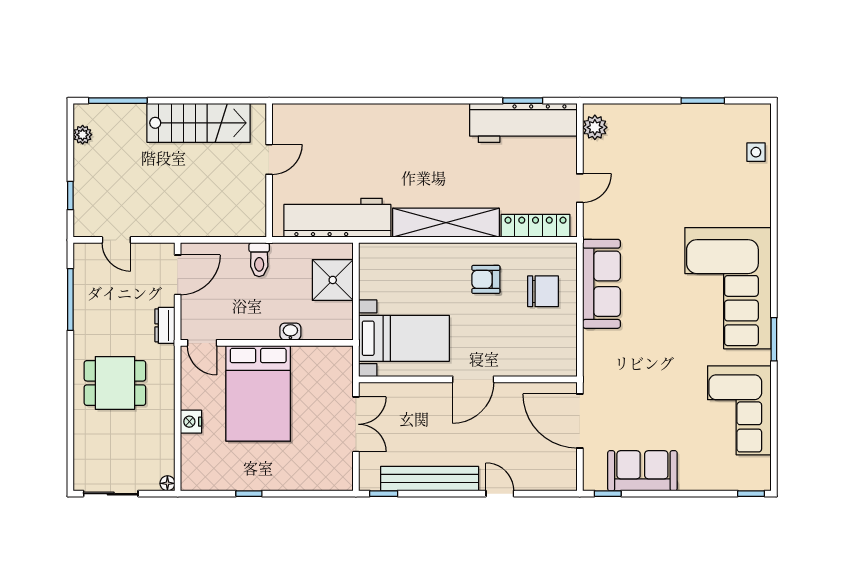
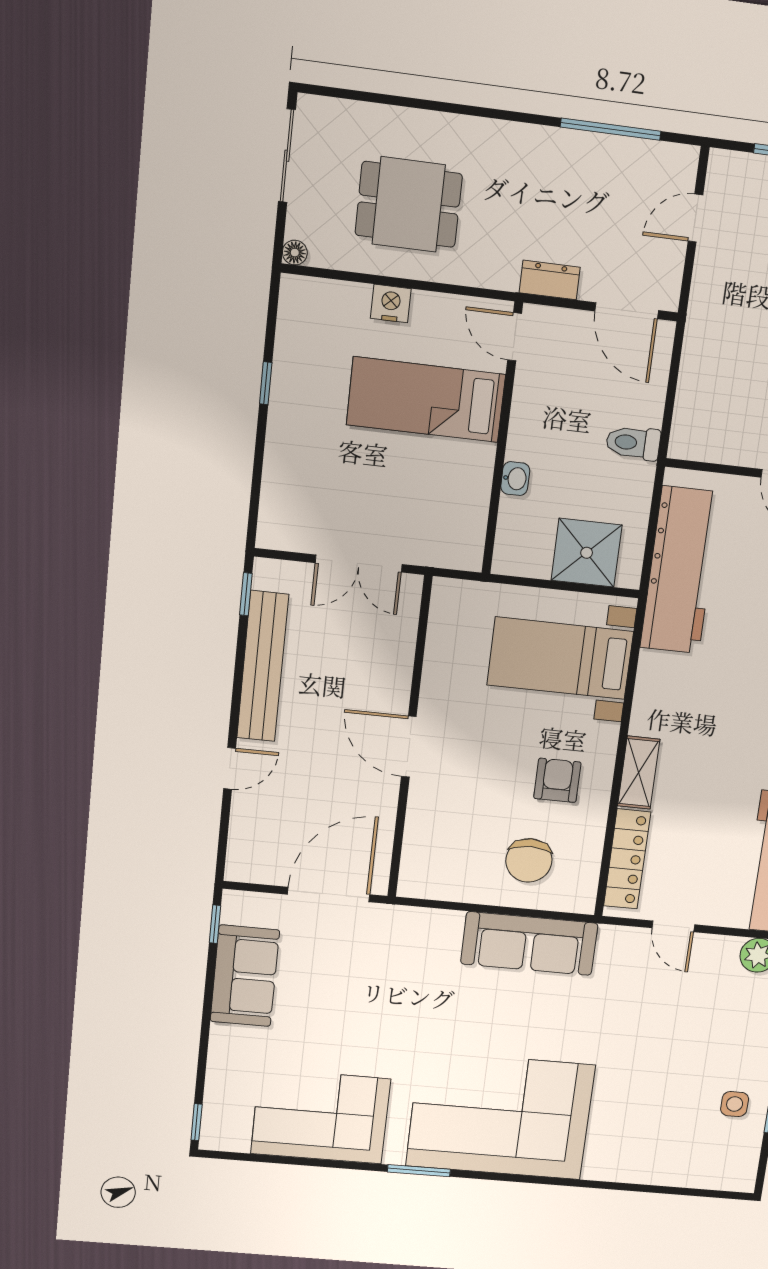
side table: (756, 152) -> (735, 1104), moved
shelving: (446, 223) -> (639, 773), width x0.45, depth x0.75
bed with nightstands: (404, 338) -> (560, 658), moved, turned 90
door: (202, 343) -> (515, 337), hinge flipped
dining table: (115, 383) -> (409, 204), moved, turned 90
bed: (258, 393) -> (426, 400), width x0.67

